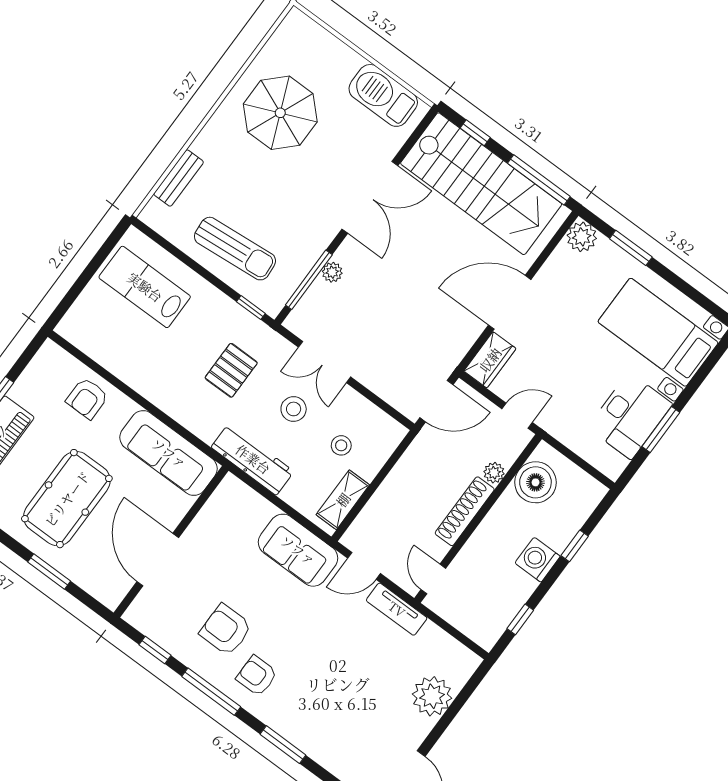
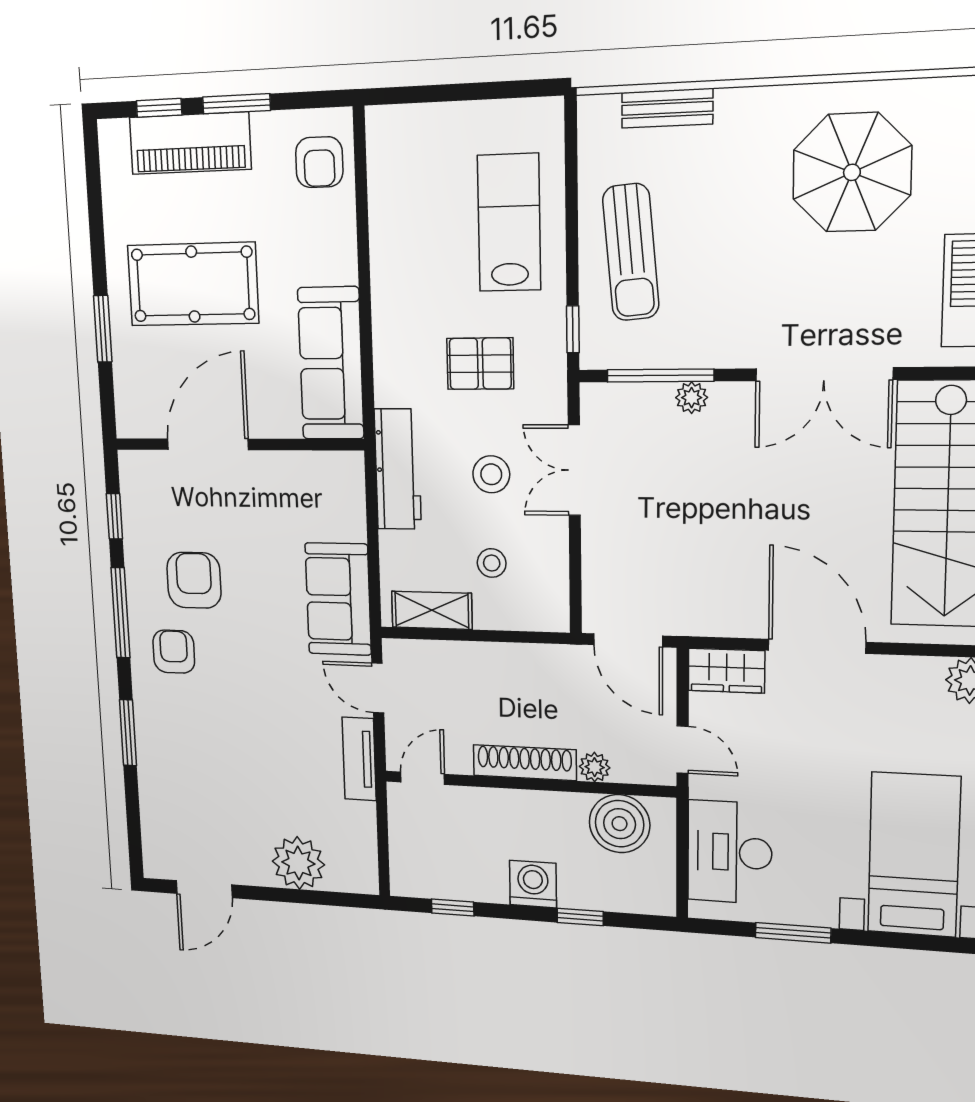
lab bench: (145, 287) -> (509, 223), moved
armchair: (87, 398) -> (319, 162), moved, turned -90
desk: (630, 416) -> (730, 852), moved, turned 90

